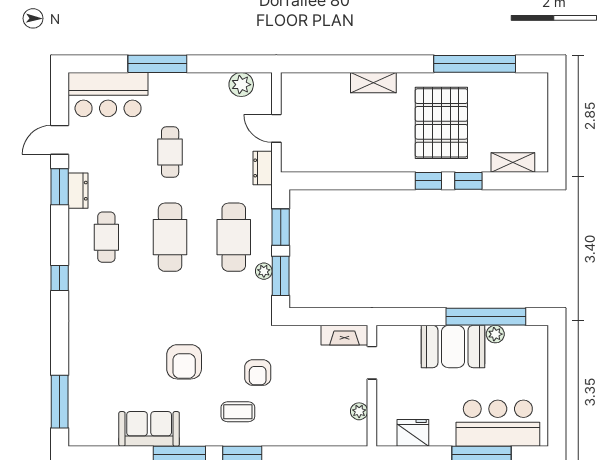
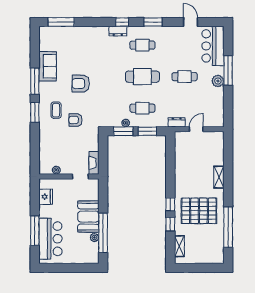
plant: (241, 85) -> (218, 81), moved
window: (60, 187) -> (153, 22), moved
dresser: (78, 191) -> (118, 31), moved
cafe table: (234, 237) -> (142, 108), width x0.73, depth x0.74

